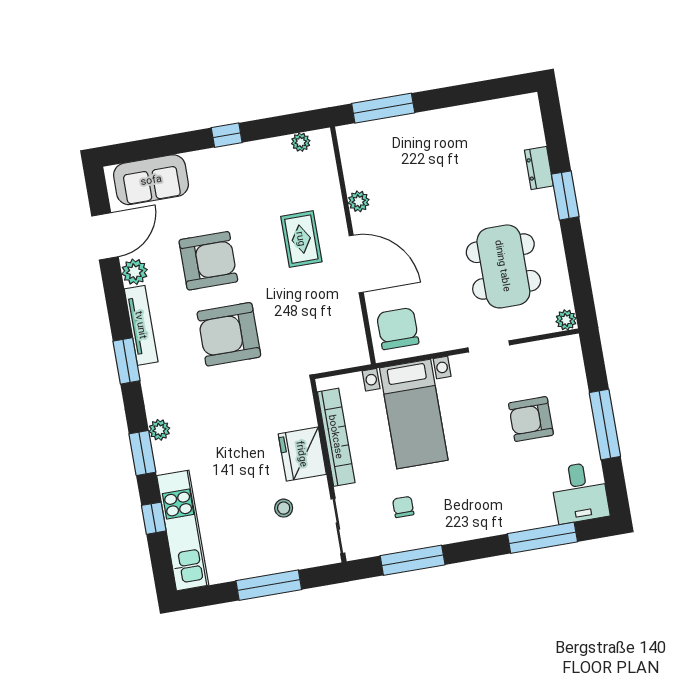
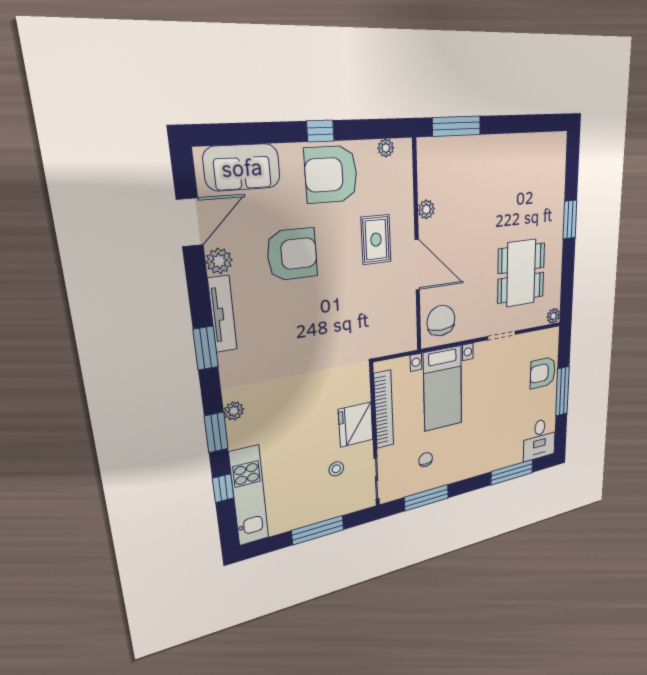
dresser: (539, 168) -> (557, 195), removed
armchair: (229, 334) -> (331, 174), moved
armchair: (531, 419) -> (543, 373), moved

